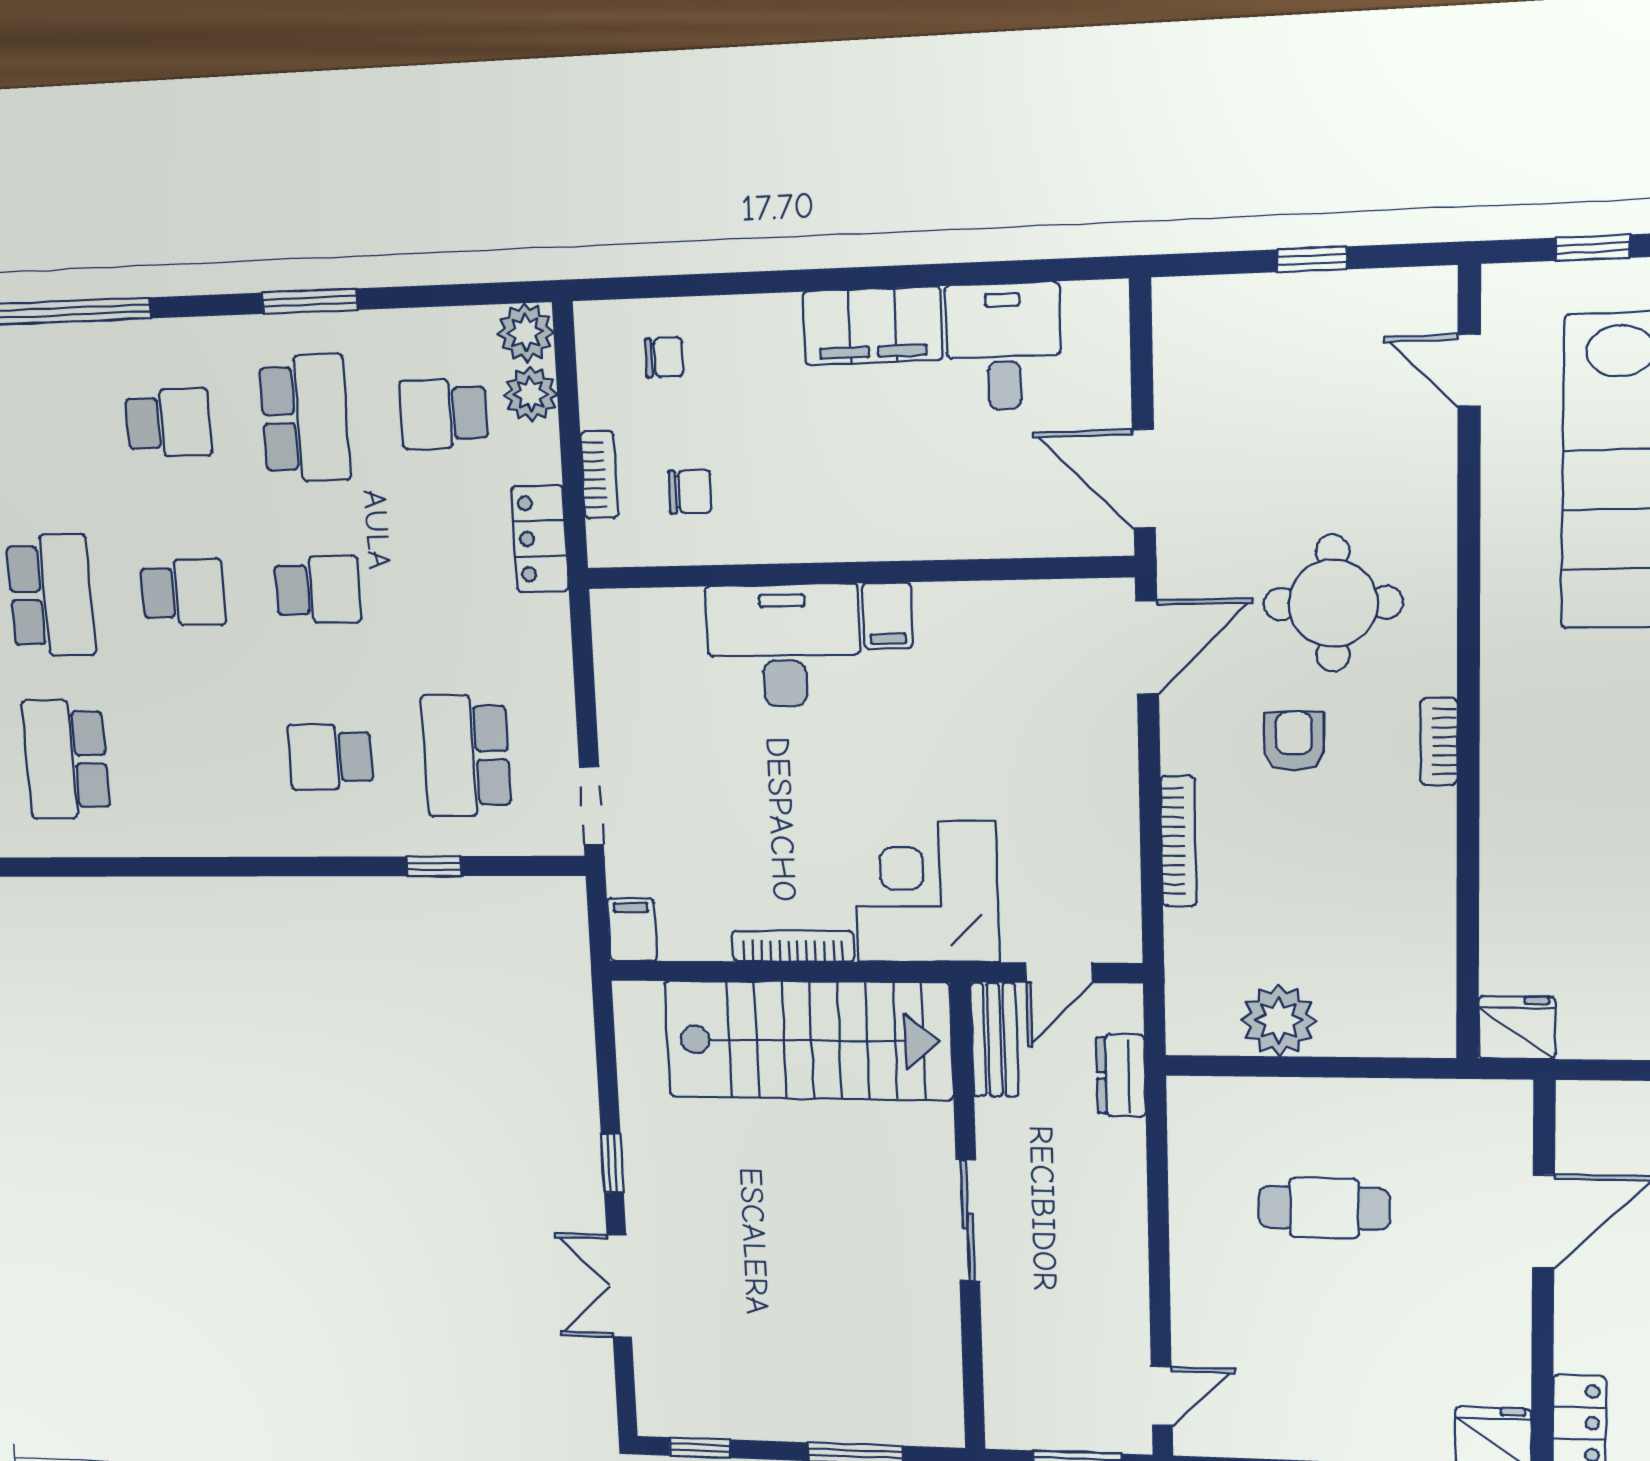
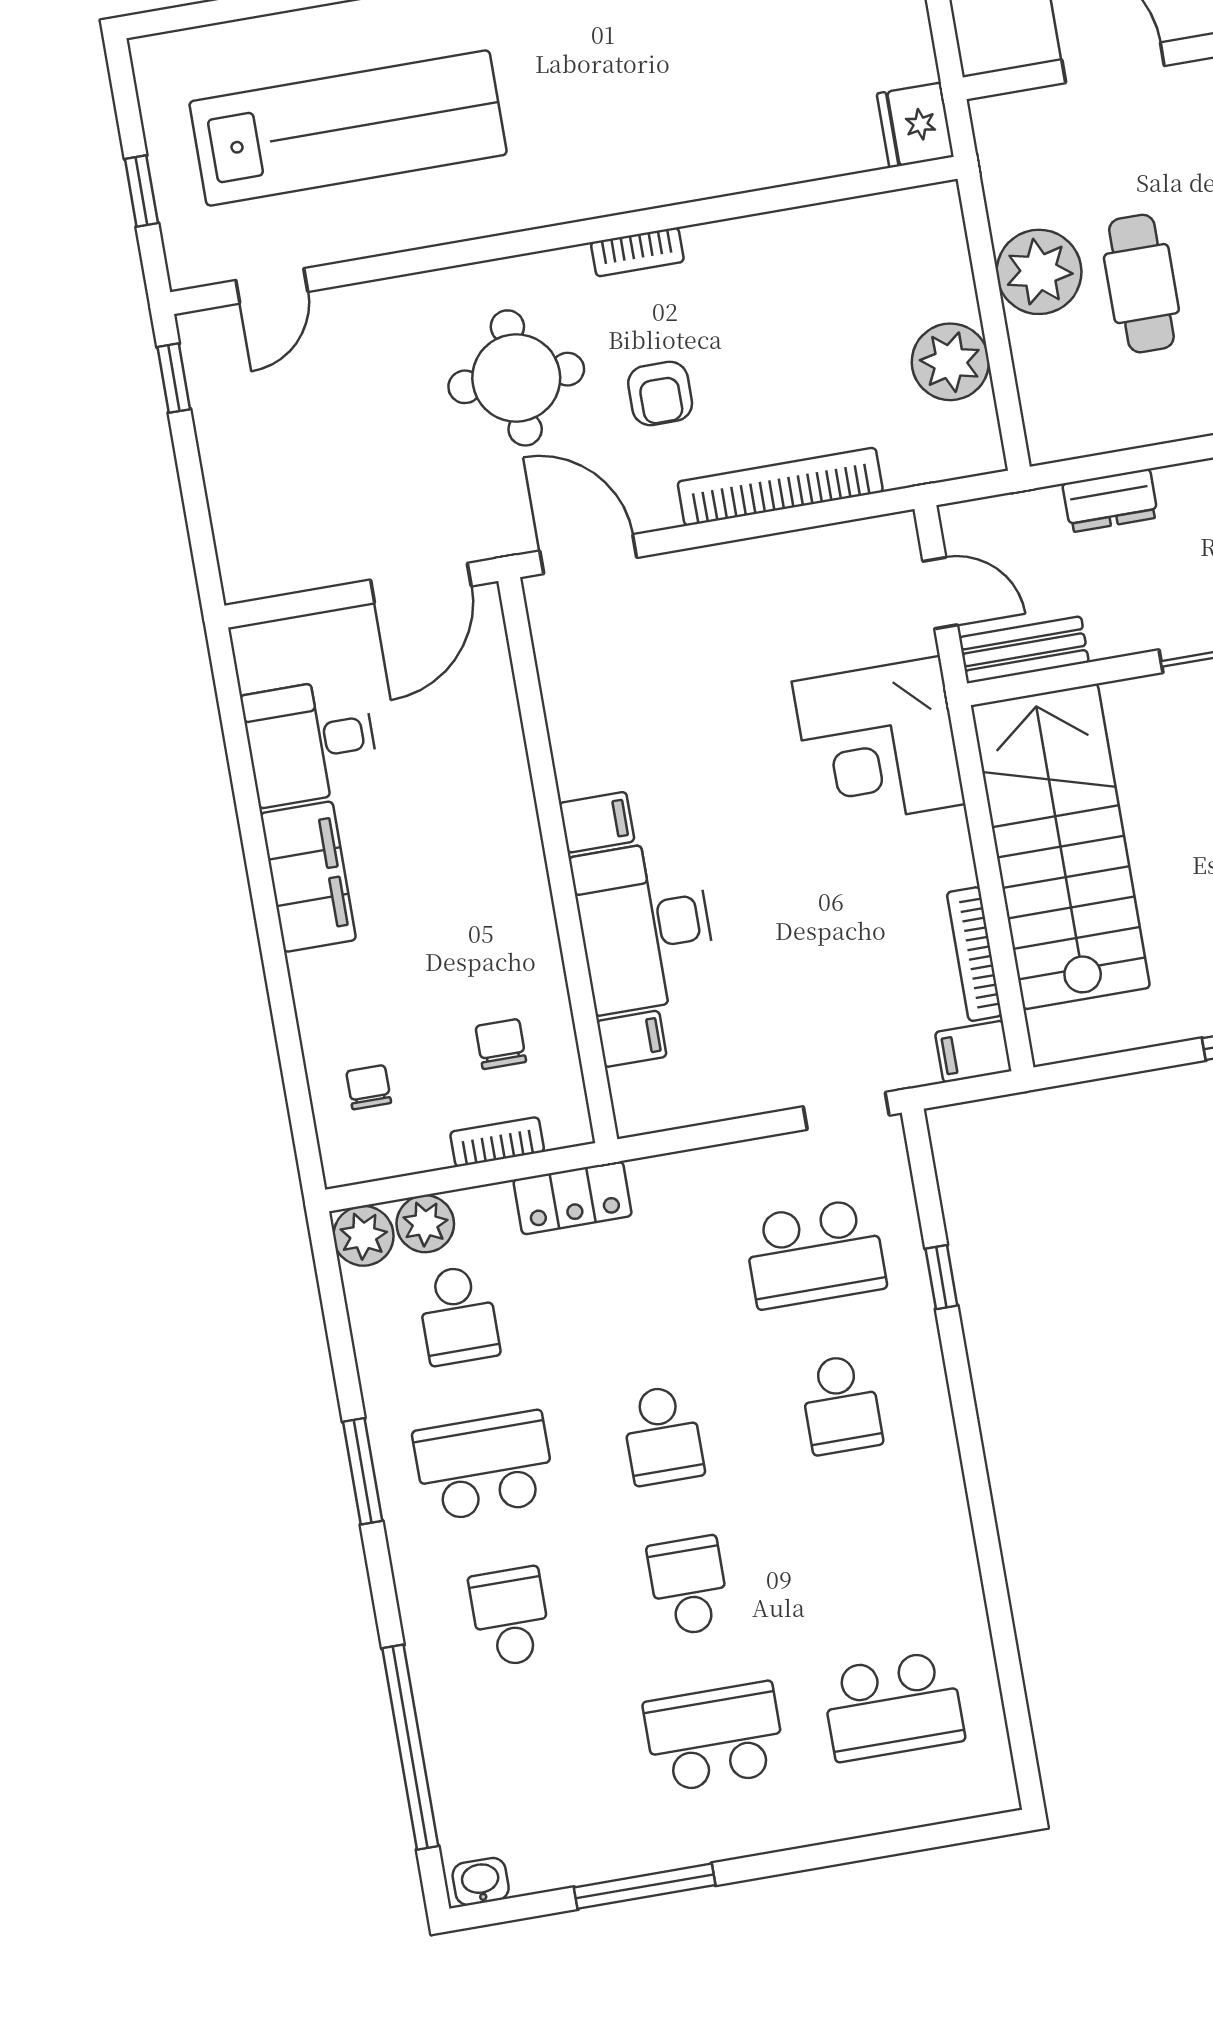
window: (1312, 259) -> (174, 378), moved
school desk: (318, 590) -> (663, 1435), turned 180
filing cabinet: (680, 617) -> (632, 1039), added
armchair: (1294, 741) -> (660, 393), turned -90
bookcase: (1179, 841) -> (780, 487), width x1.48, depth x1.31
bookcase: (793, 946) -> (974, 954), moved
dresser: (1121, 1076) -> (1110, 501), moved
plant: (1352, 1117) -> (1039, 272), added

